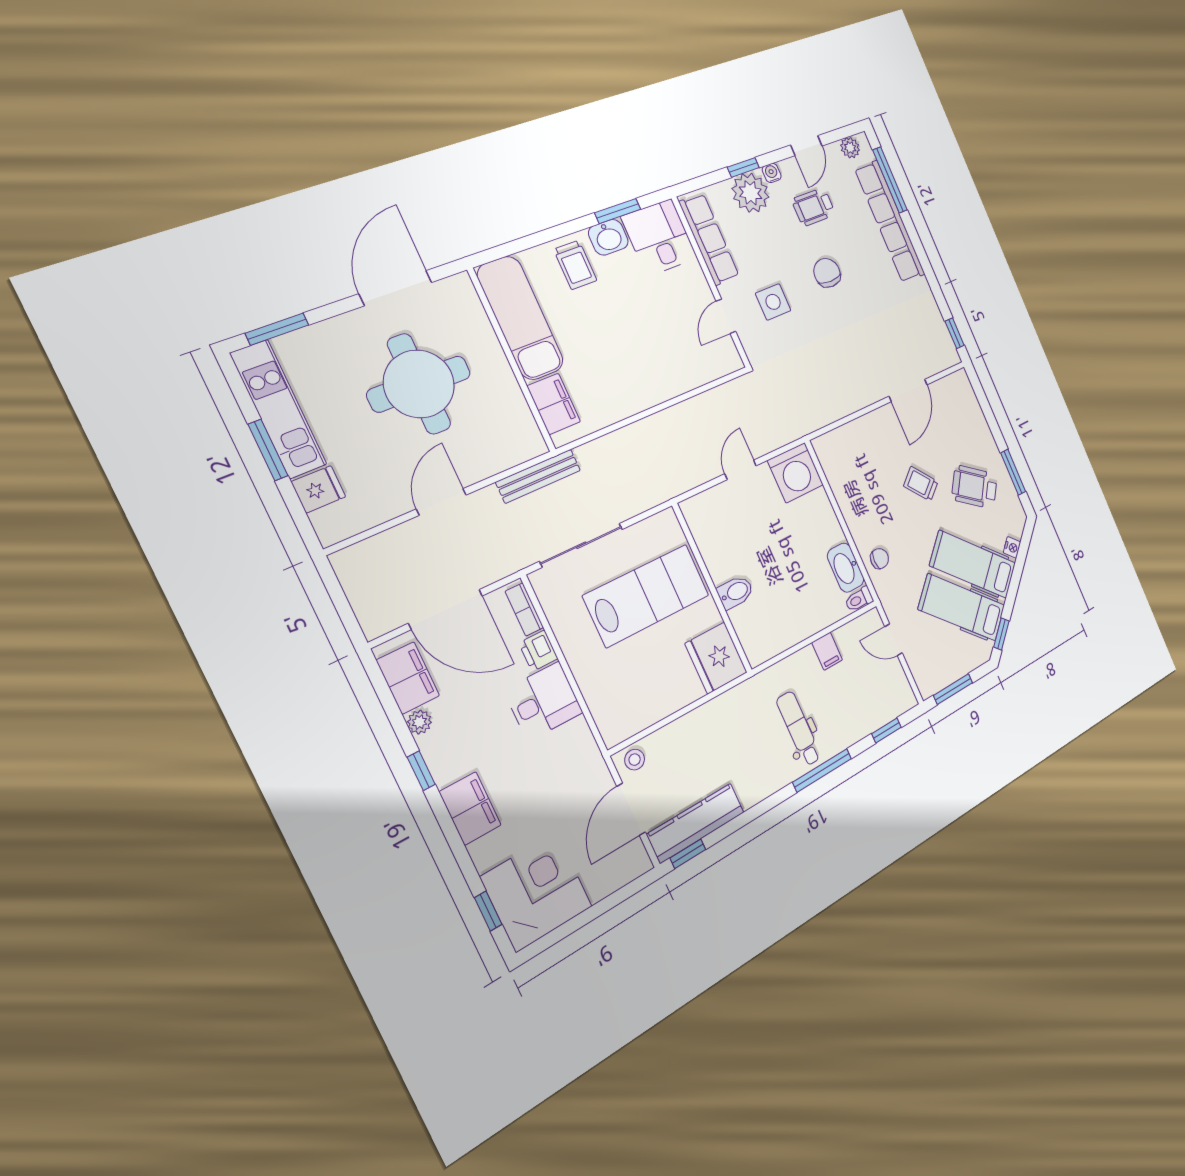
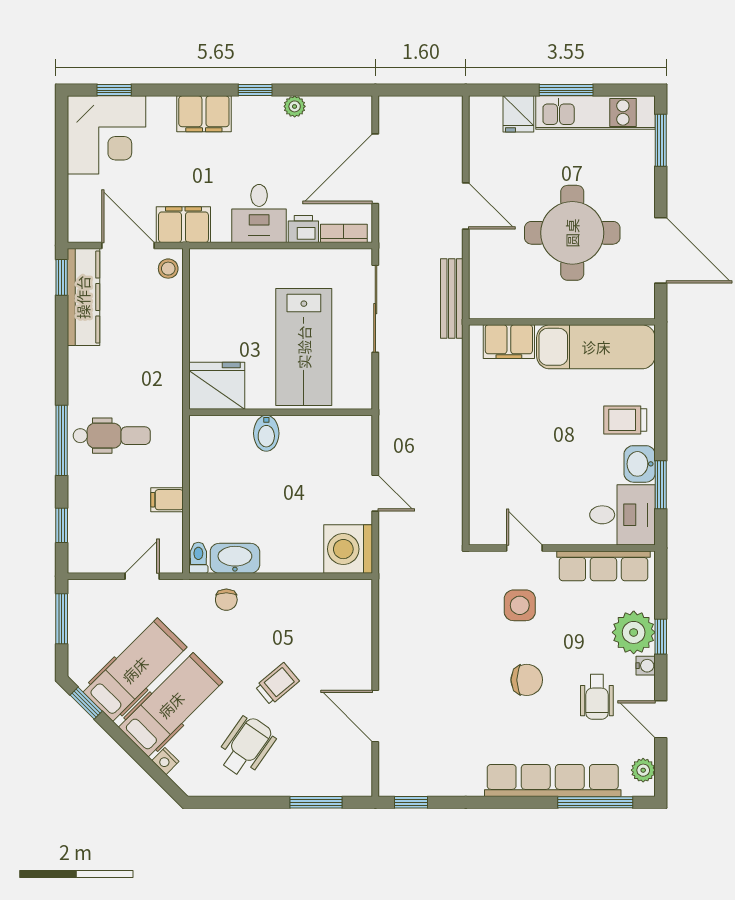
wheelchair: (814, 207) -> (597, 697), turned 180
window: (1013, 472) -> (316, 802), moved
filing cabinet: (408, 678) -> (183, 225), moved, turned 180

